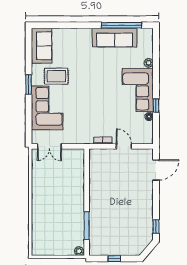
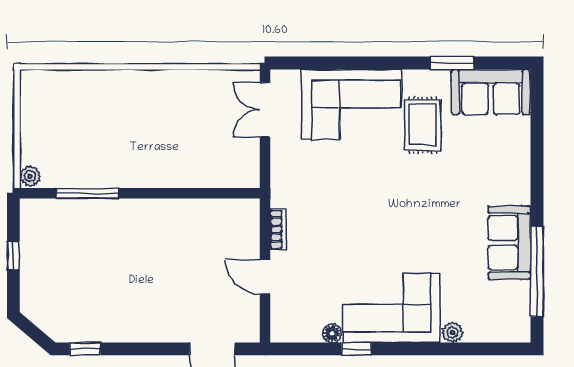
sofa: (115, 38) -> (509, 243), width x0.73
window: (29, 85) -> (452, 63), moved
door: (124, 146) -> (265, 277), swing flipped

